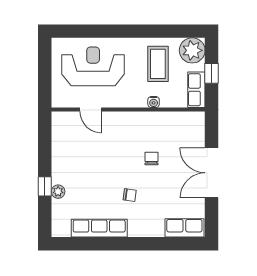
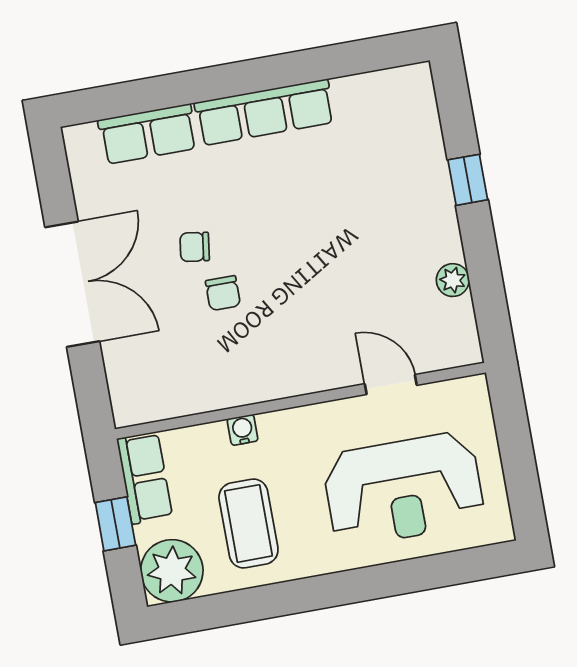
plant: (58, 192) -> (453, 280), moved
chair: (130, 195) -> (195, 247), moved
row of seats: (99, 228) -> (265, 112), moved
row of seats: (184, 228) -> (148, 134), moved

